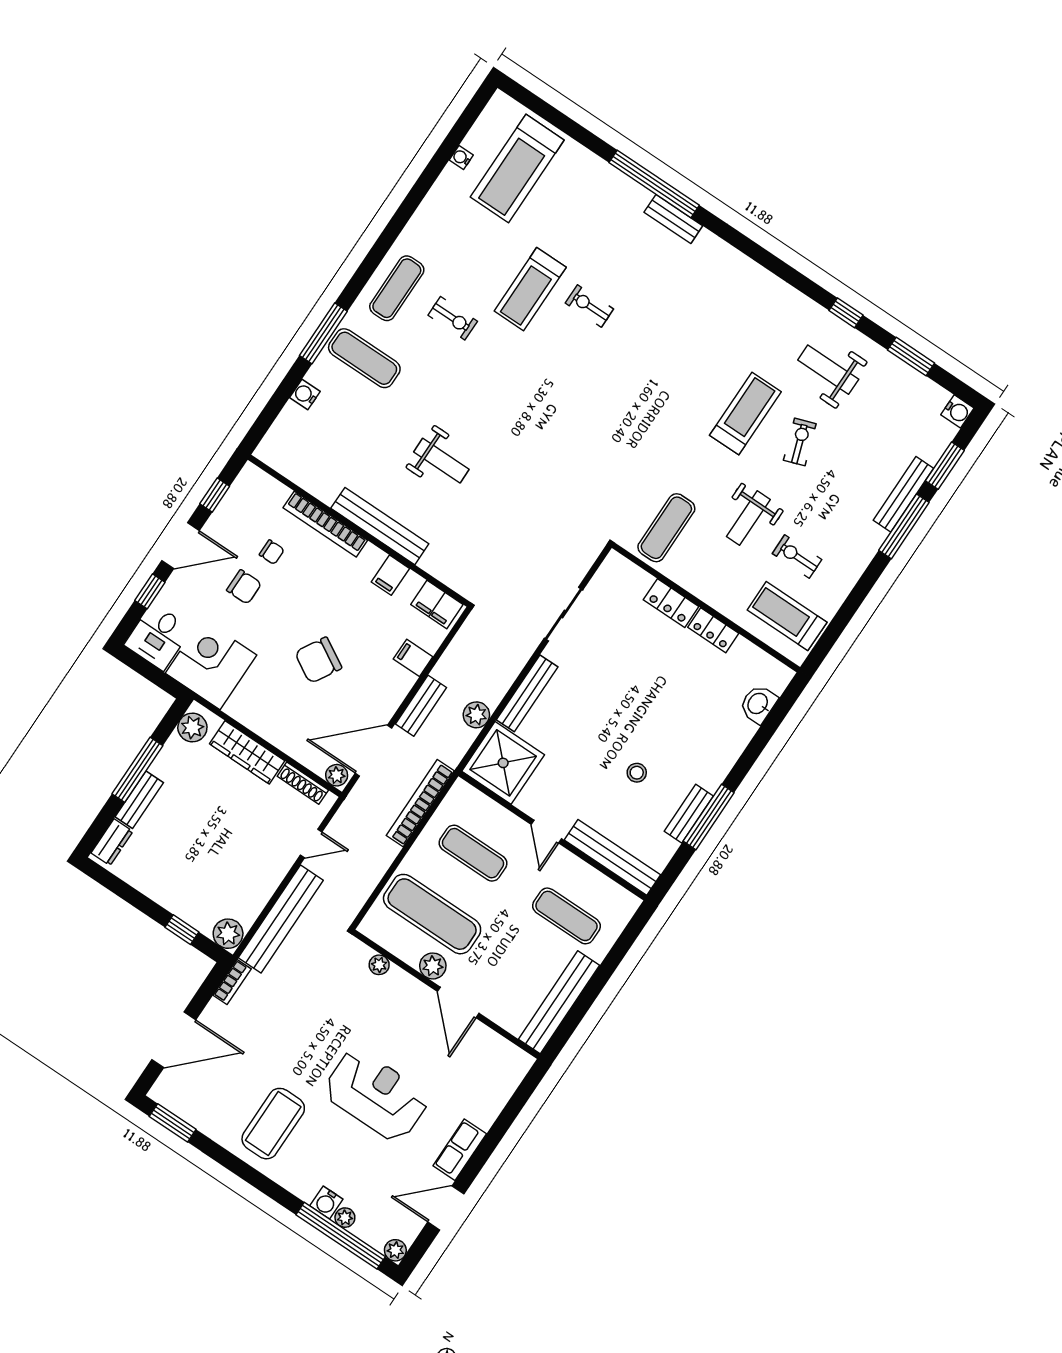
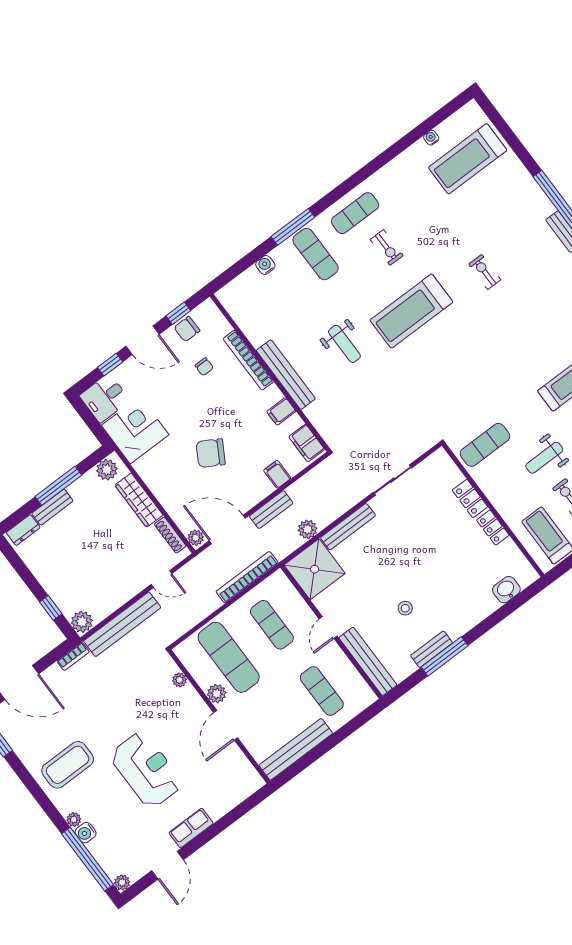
treadmill: (530, 289) -> (411, 311), moved, width x1.37, depth x1.38
chair: (244, 587) -> (187, 329), moved, turned 90
door: (446, 1208) -> (167, 865), swing flipped
plant: (345, 1218) -> (74, 820), moved

